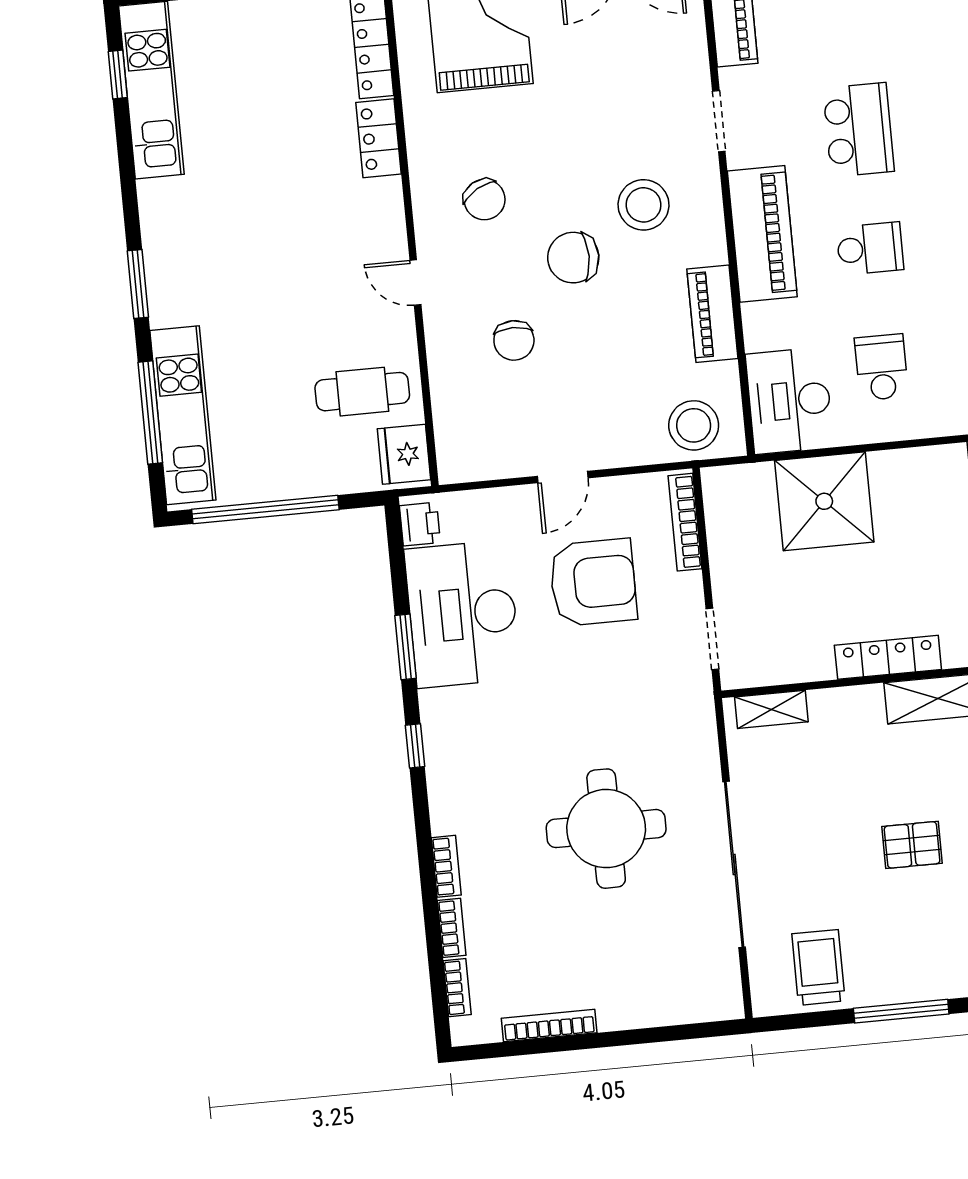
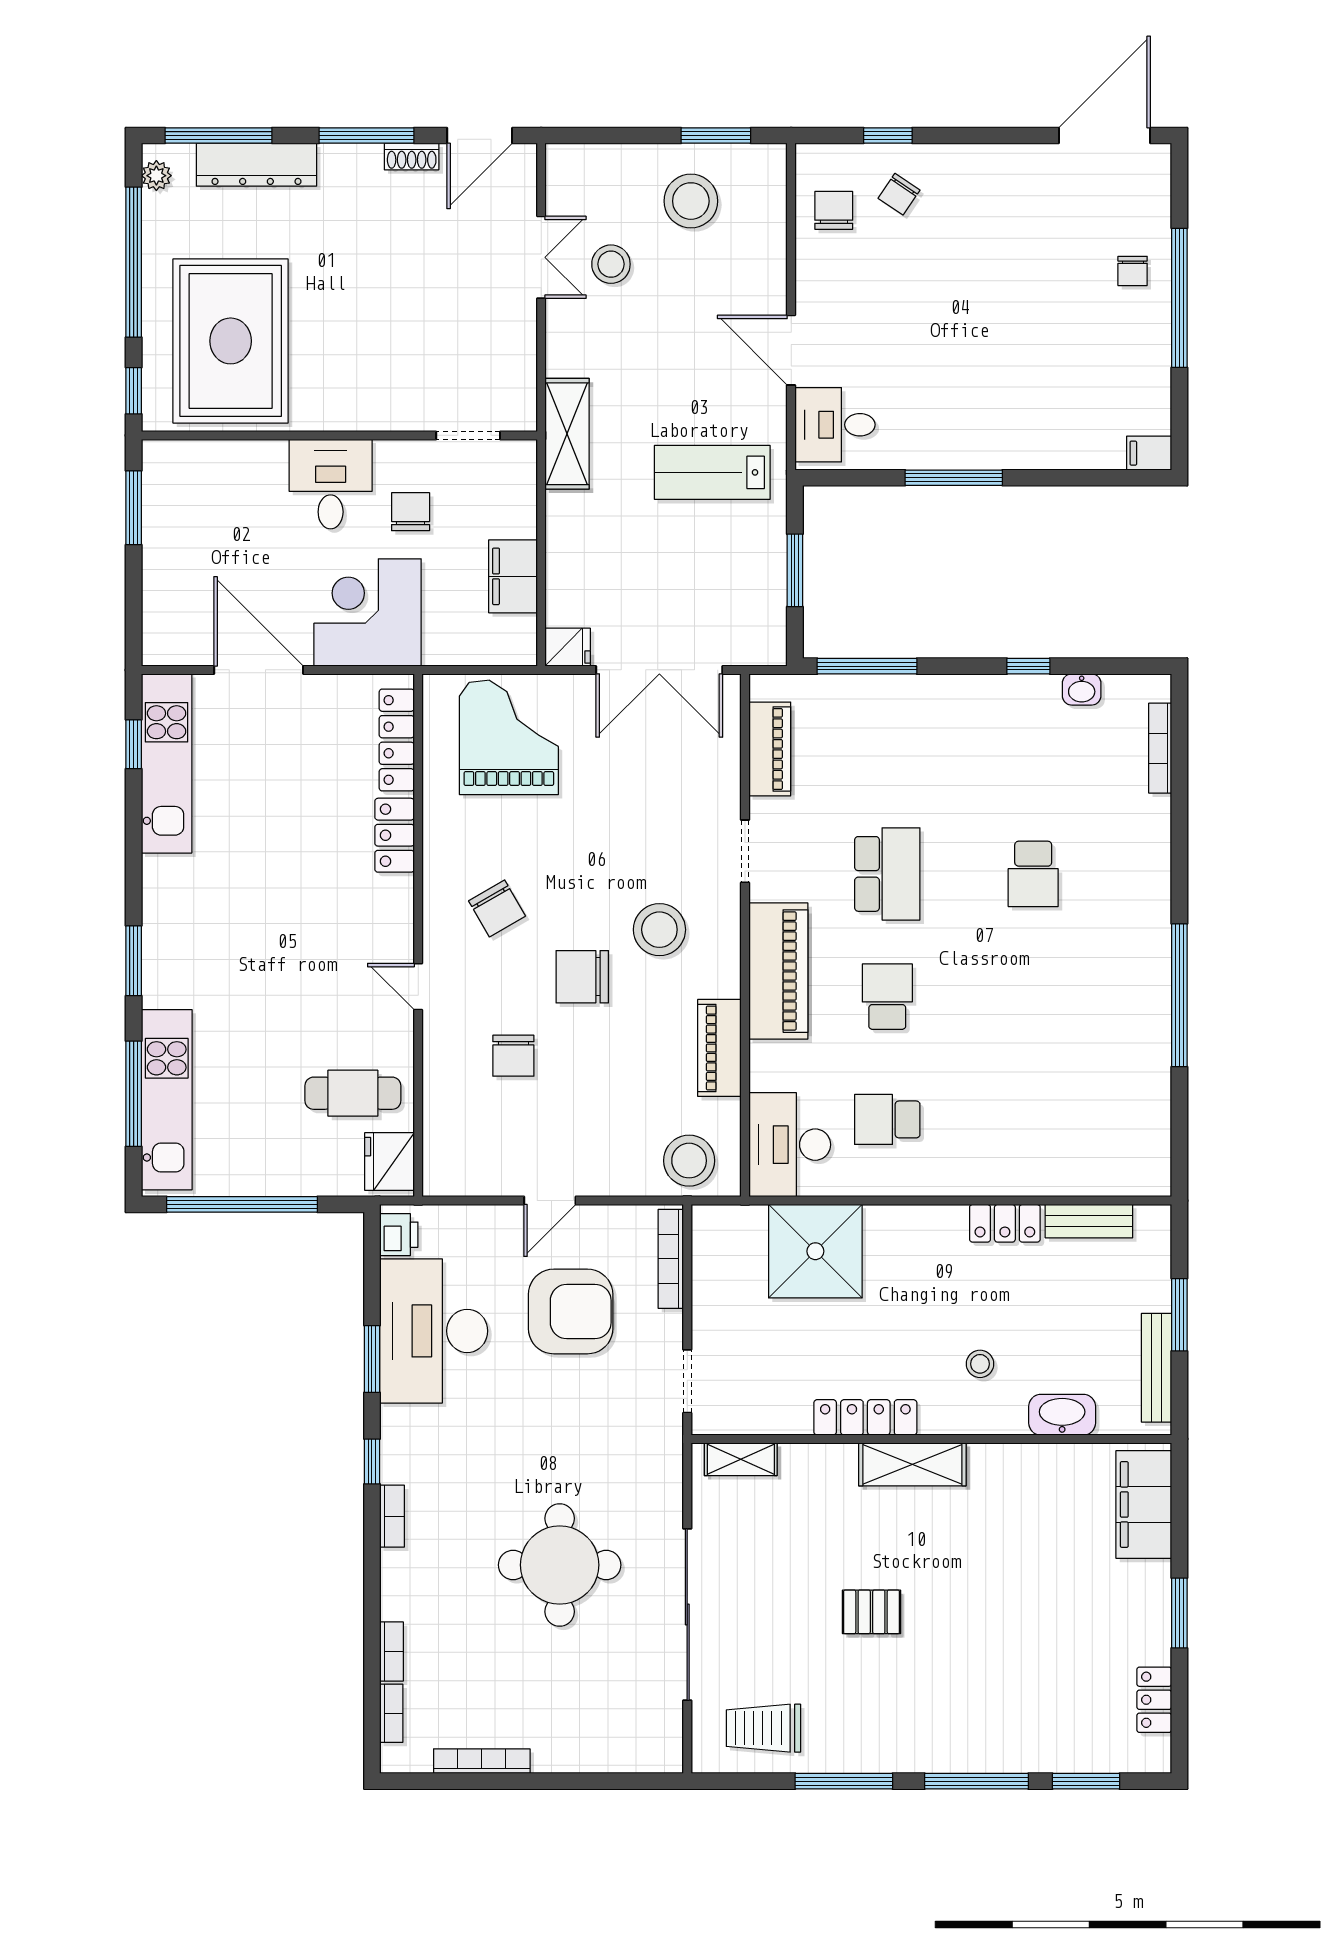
school desk: (870, 248) -> (887, 997), turned -90
school desk: (881, 367) -> (887, 1119), turned -90
bookcase: (446, 866) -> (392, 1516), moved
trolley: (818, 967) -> (763, 1728), turned -90

